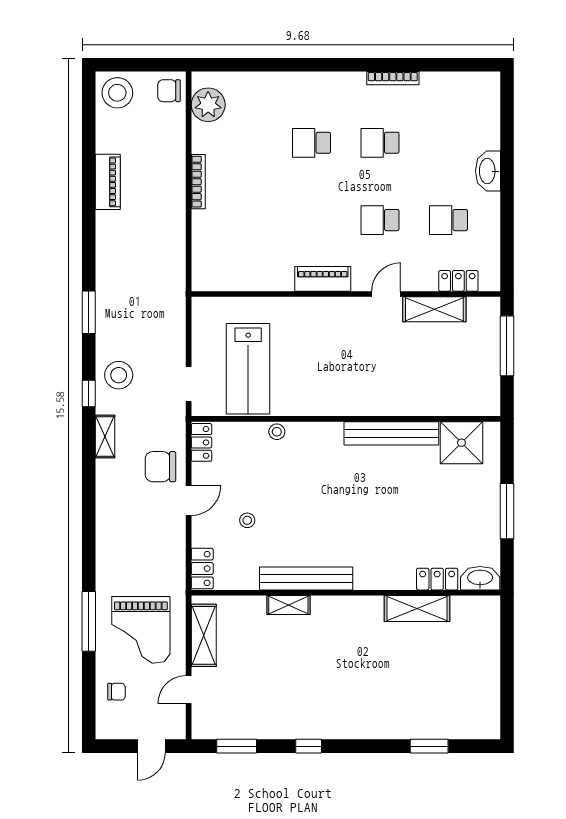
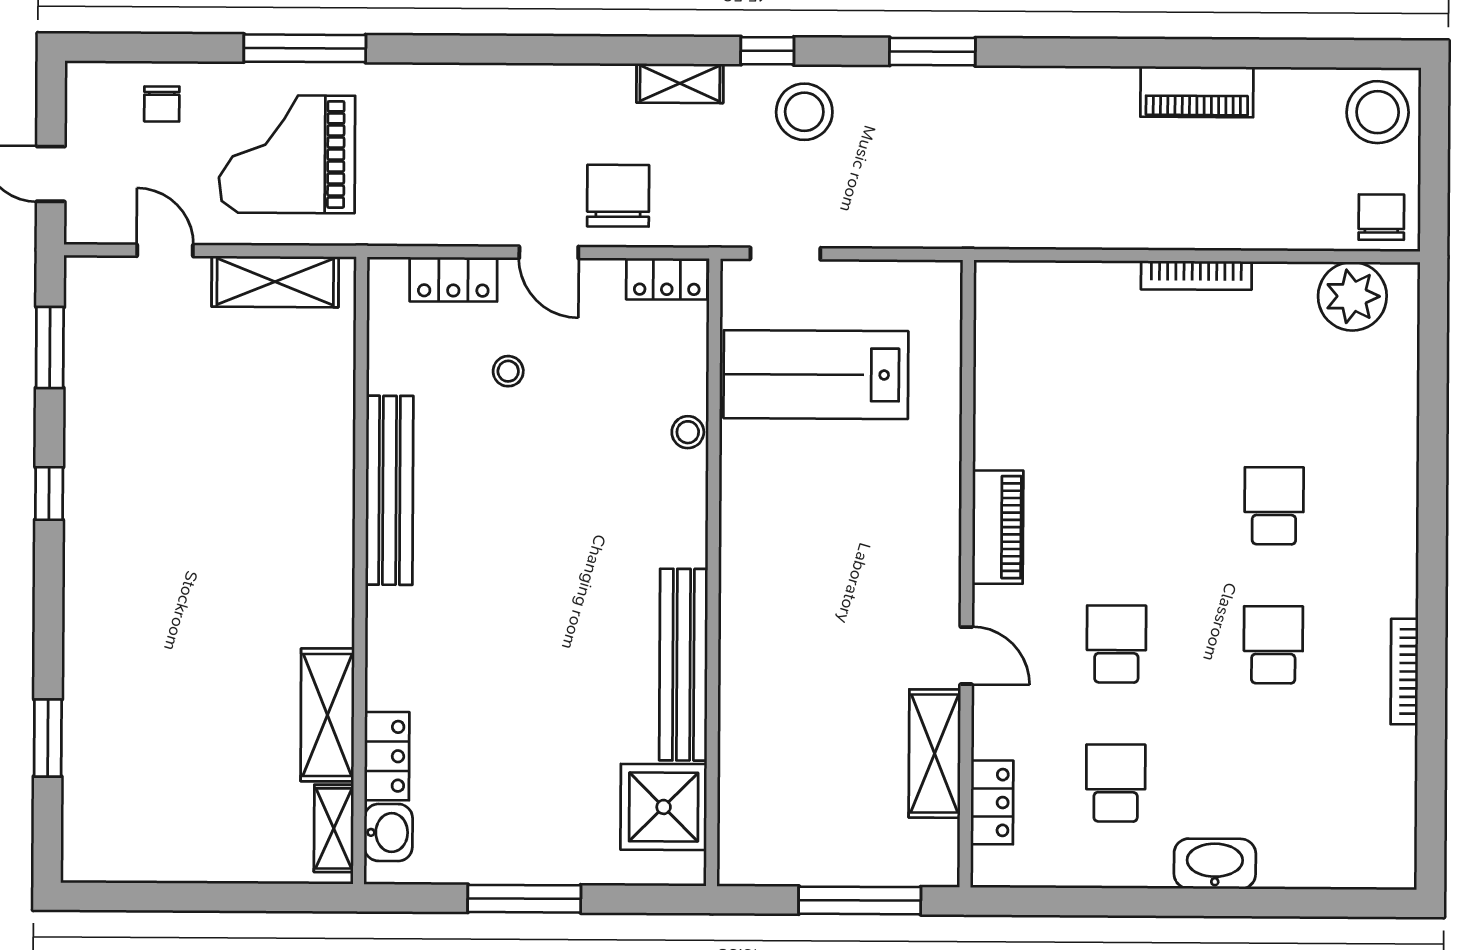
locker: (202, 569) -> (453, 279), moved
washbasin: (480, 578) -> (388, 832), width x0.72
shelving: (288, 605) -> (334, 828), moved

